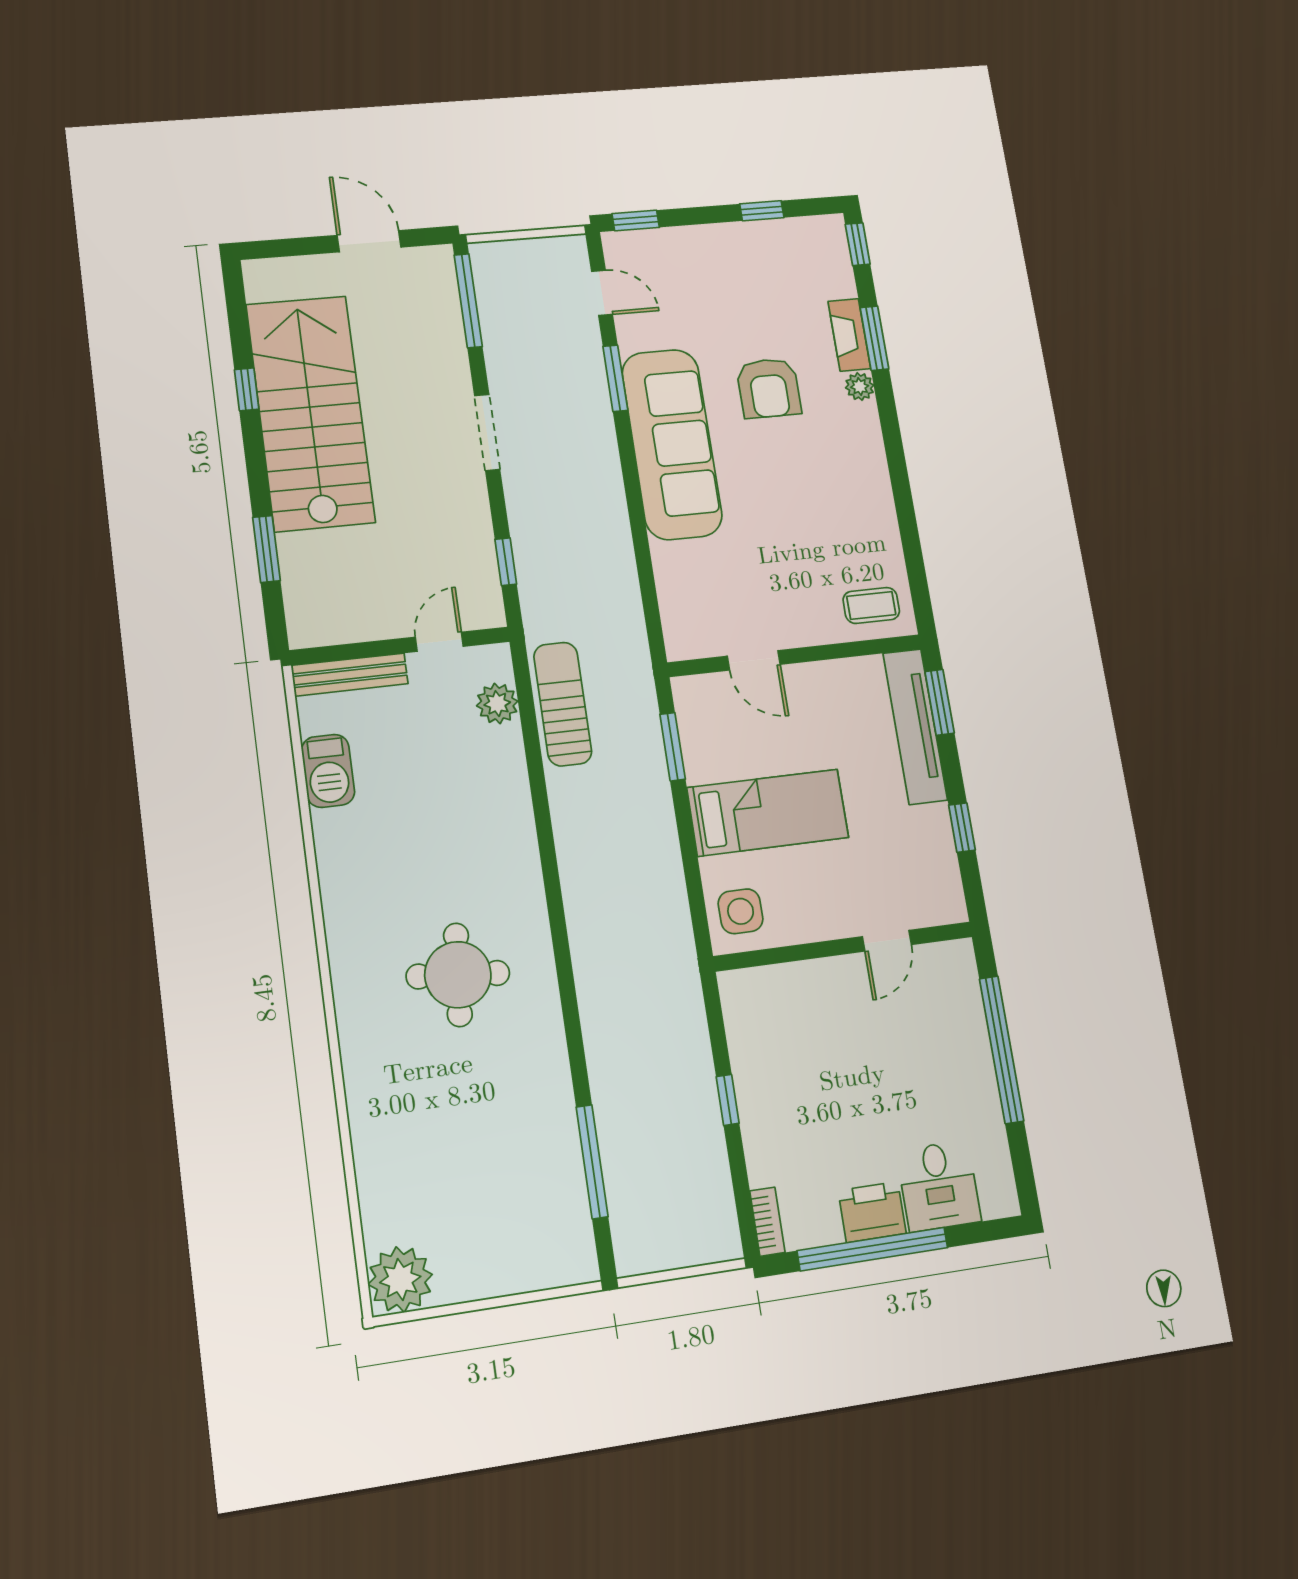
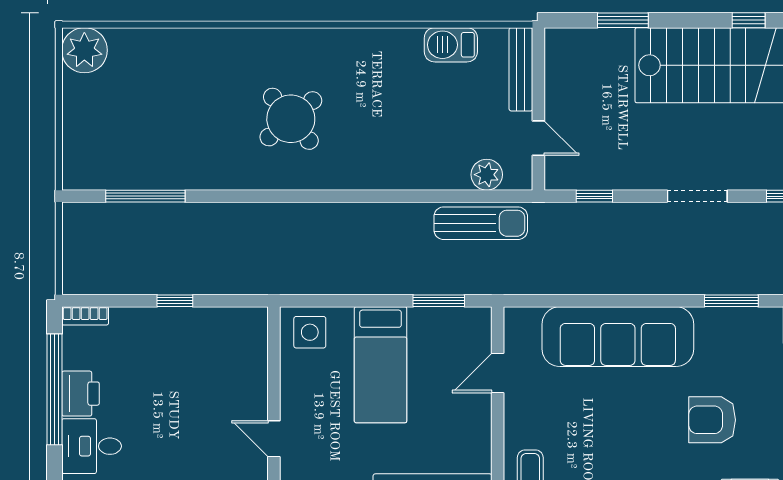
sofa: (672, 444) -> (618, 337), moved
round table: (458, 975) -> (291, 119), turned 45

